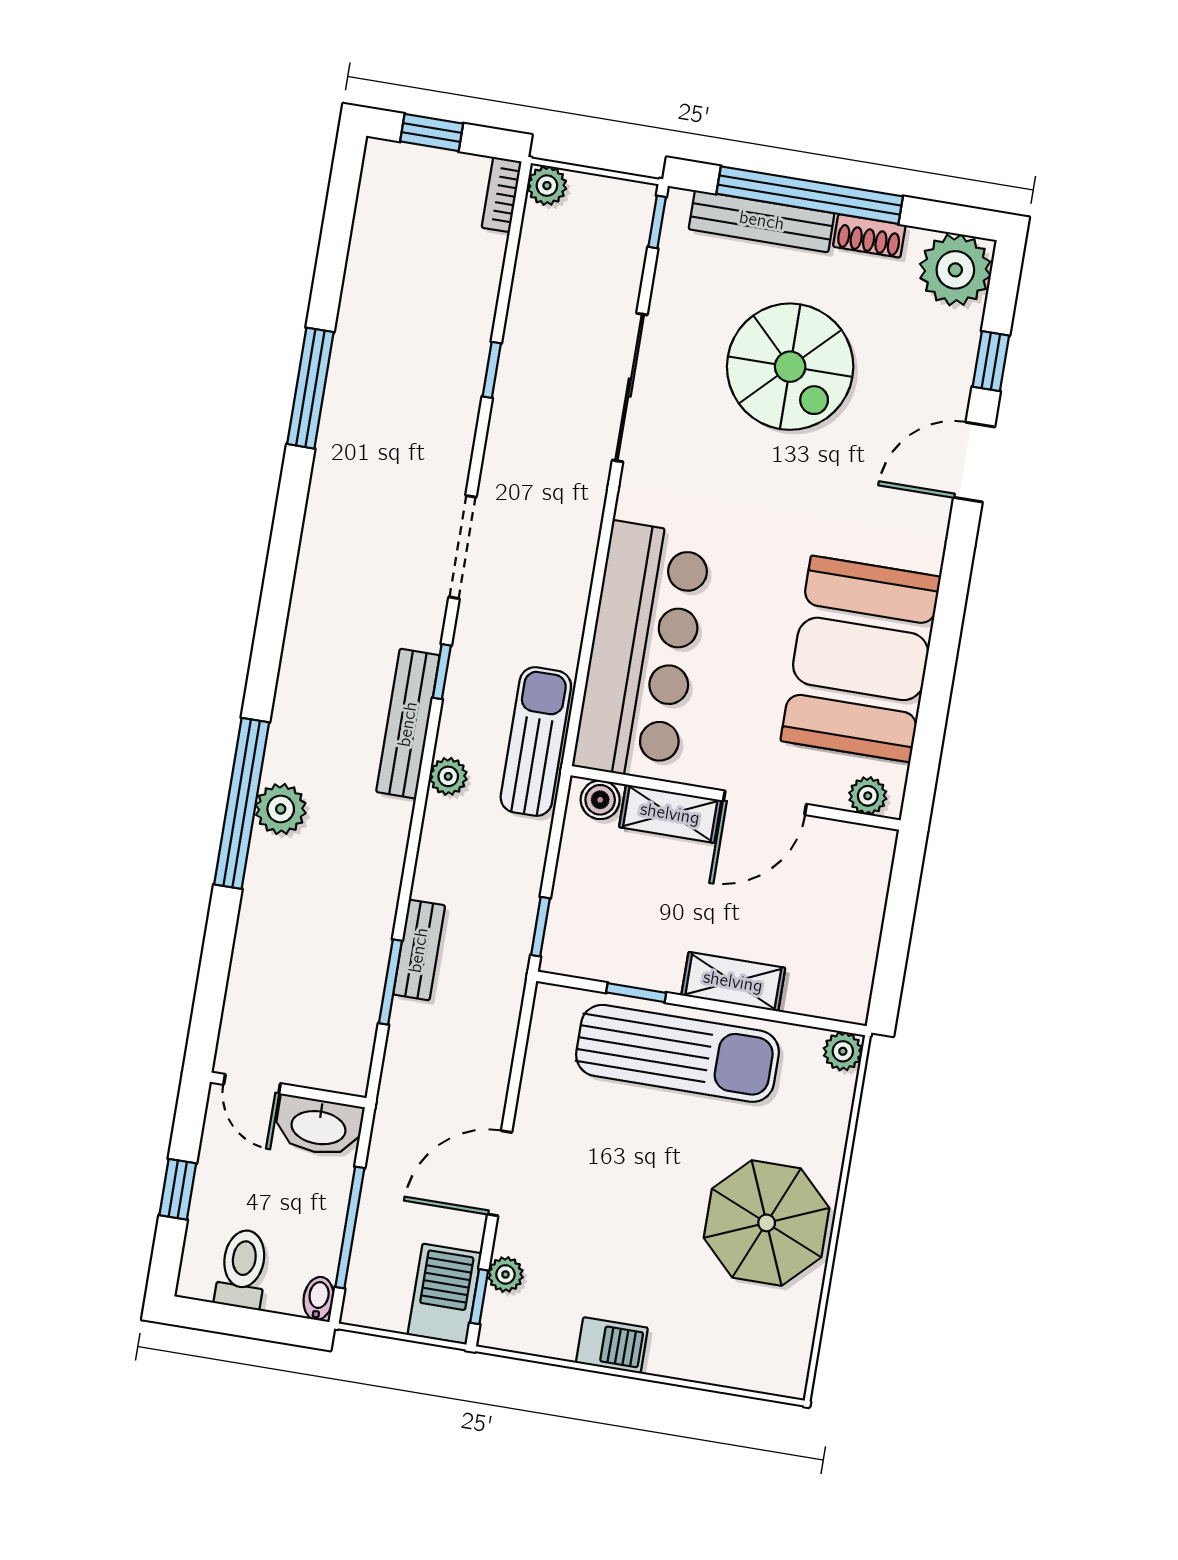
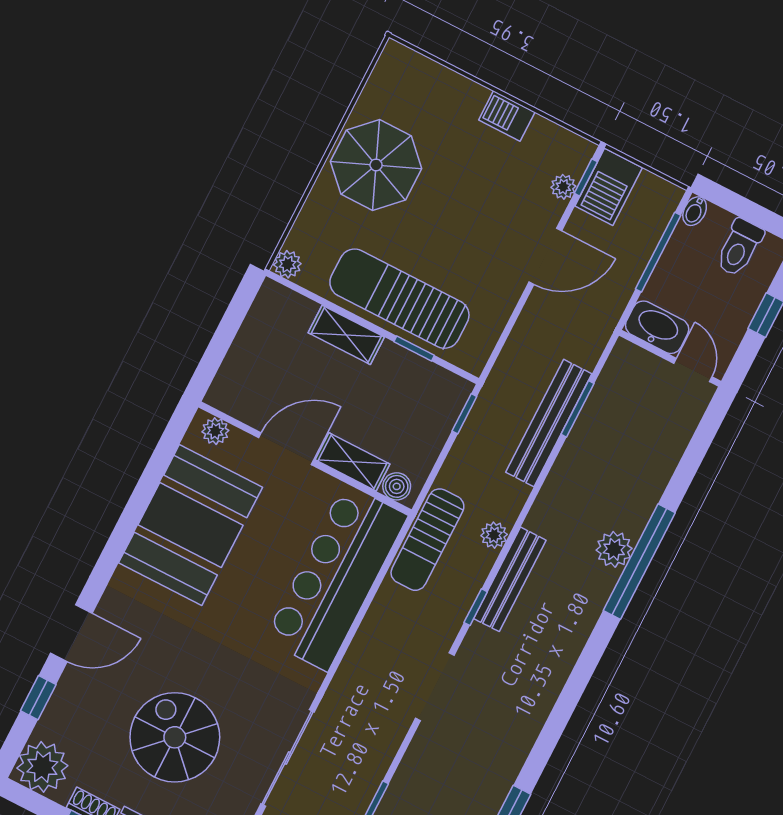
bench: (419, 950) -> (549, 423), width x1.86, depth x1.21

